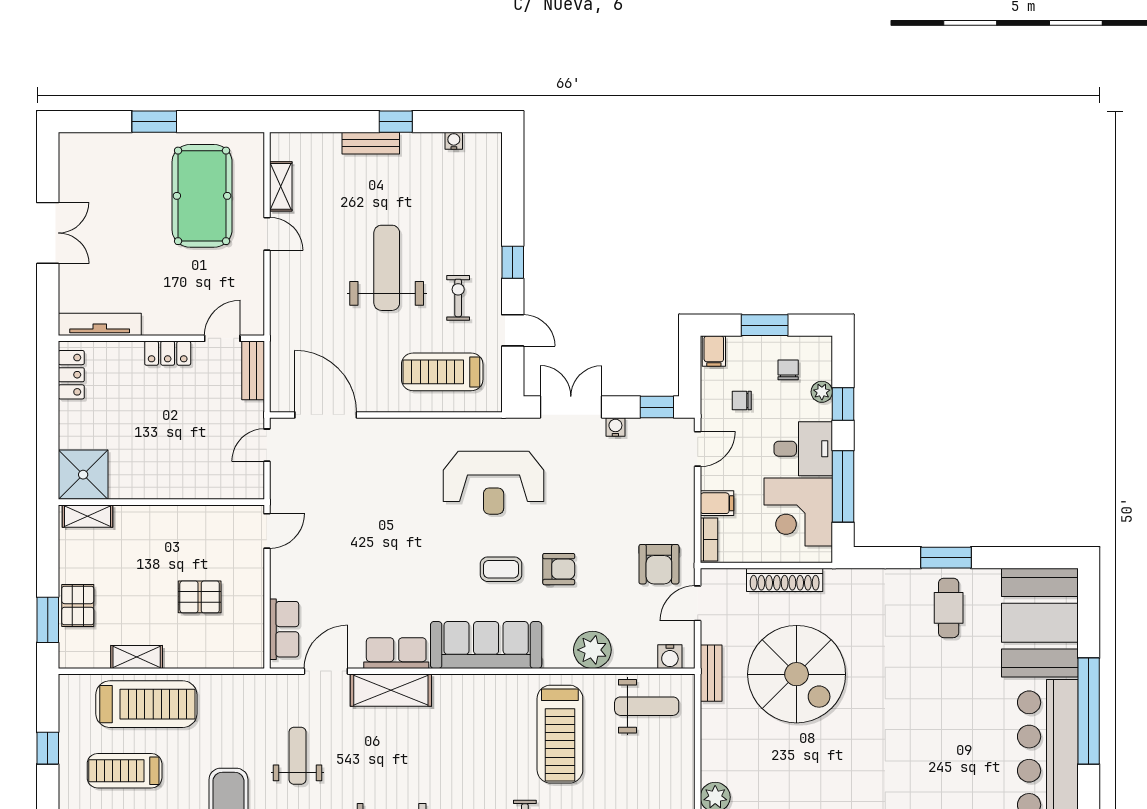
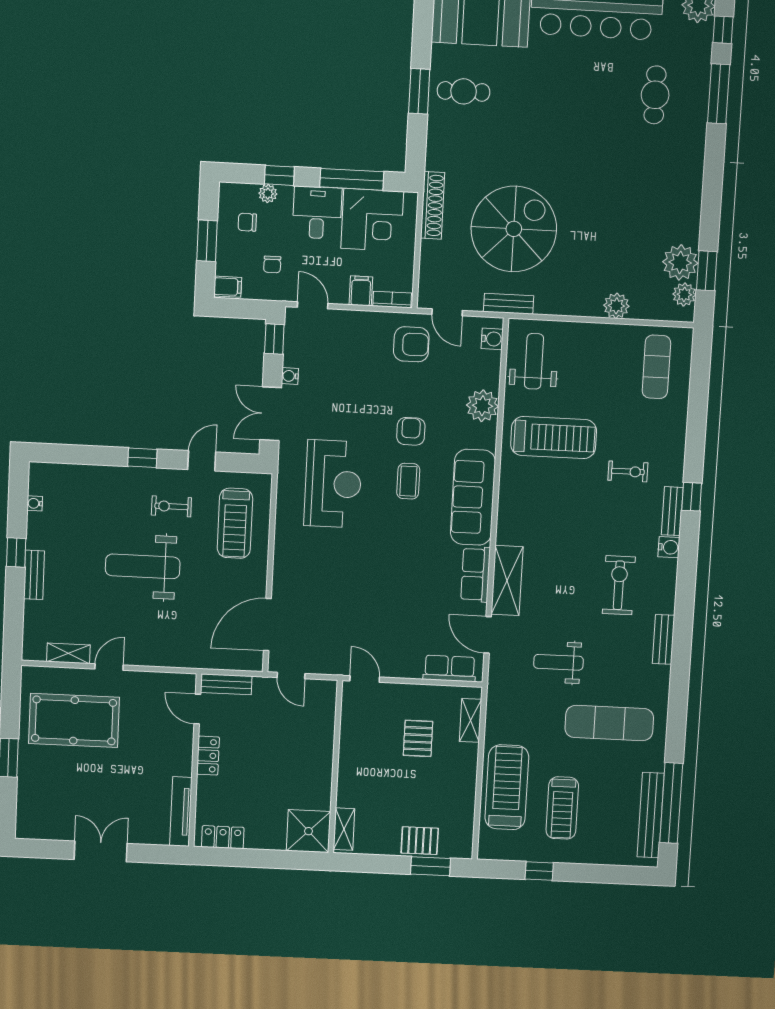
shoe rack: (785, 580) -> (433, 205), moved
shelving: (137, 657) -> (470, 720), moved

